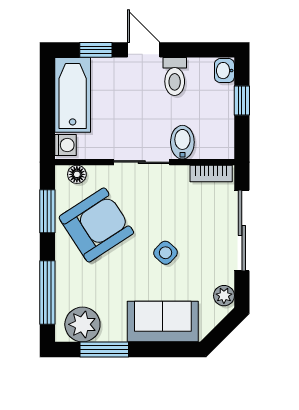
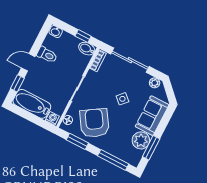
window: (242, 101) -> (83, 36), moved
bidet: (182, 142) -> (87, 49), moved
plant: (82, 324) -> (141, 140), moved

